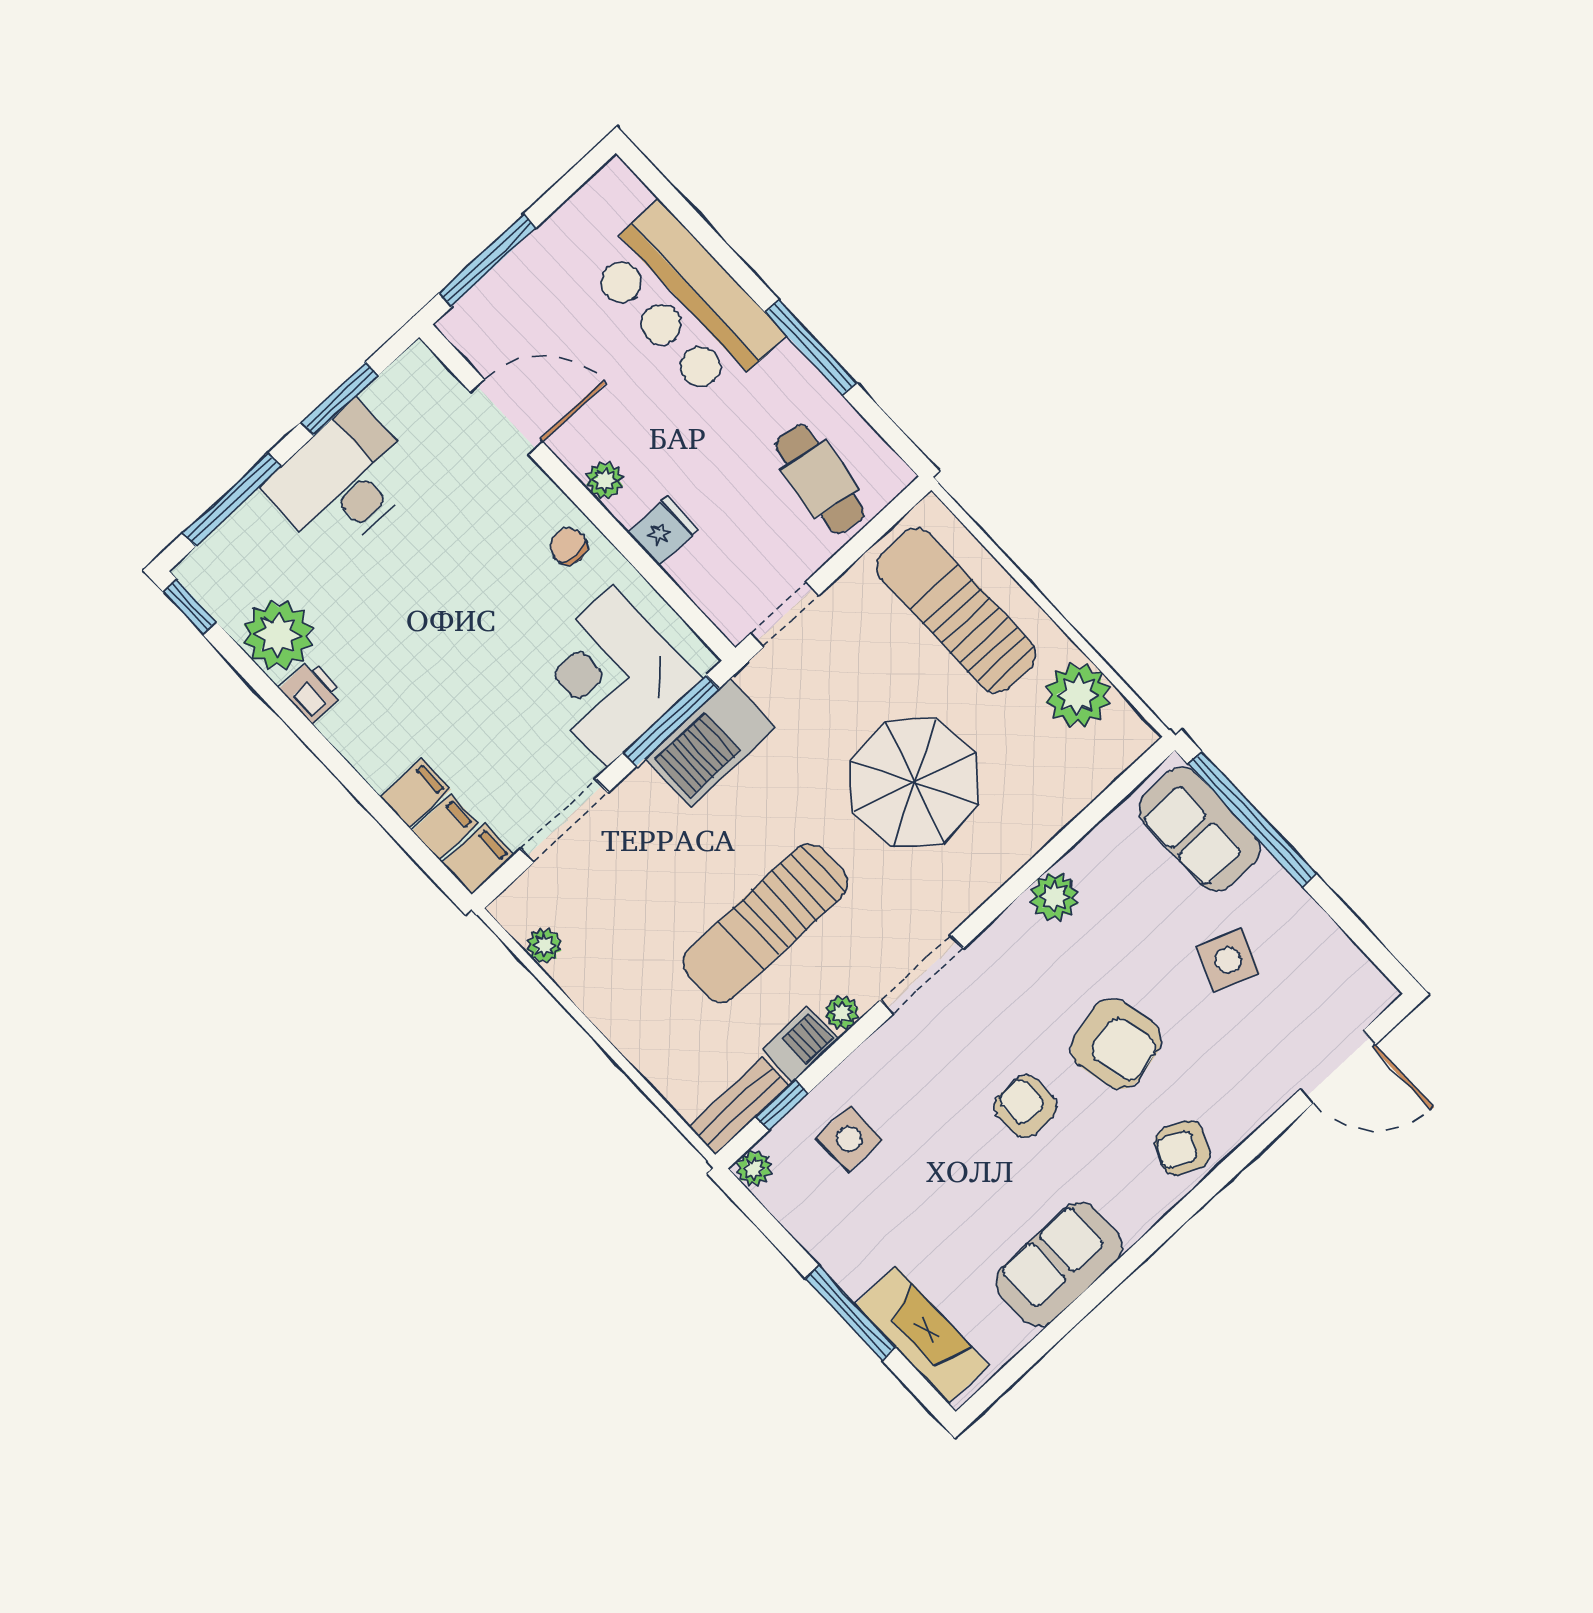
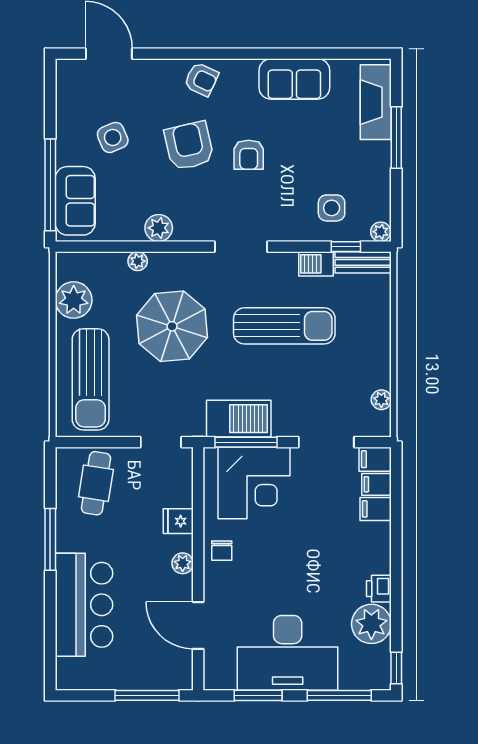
desk: (343, 481) -> (288, 653), width x1.36, depth x1.30
side table: (1228, 960) -> (113, 137), turned 45
plant: (842, 1013) -> (138, 261), moved

